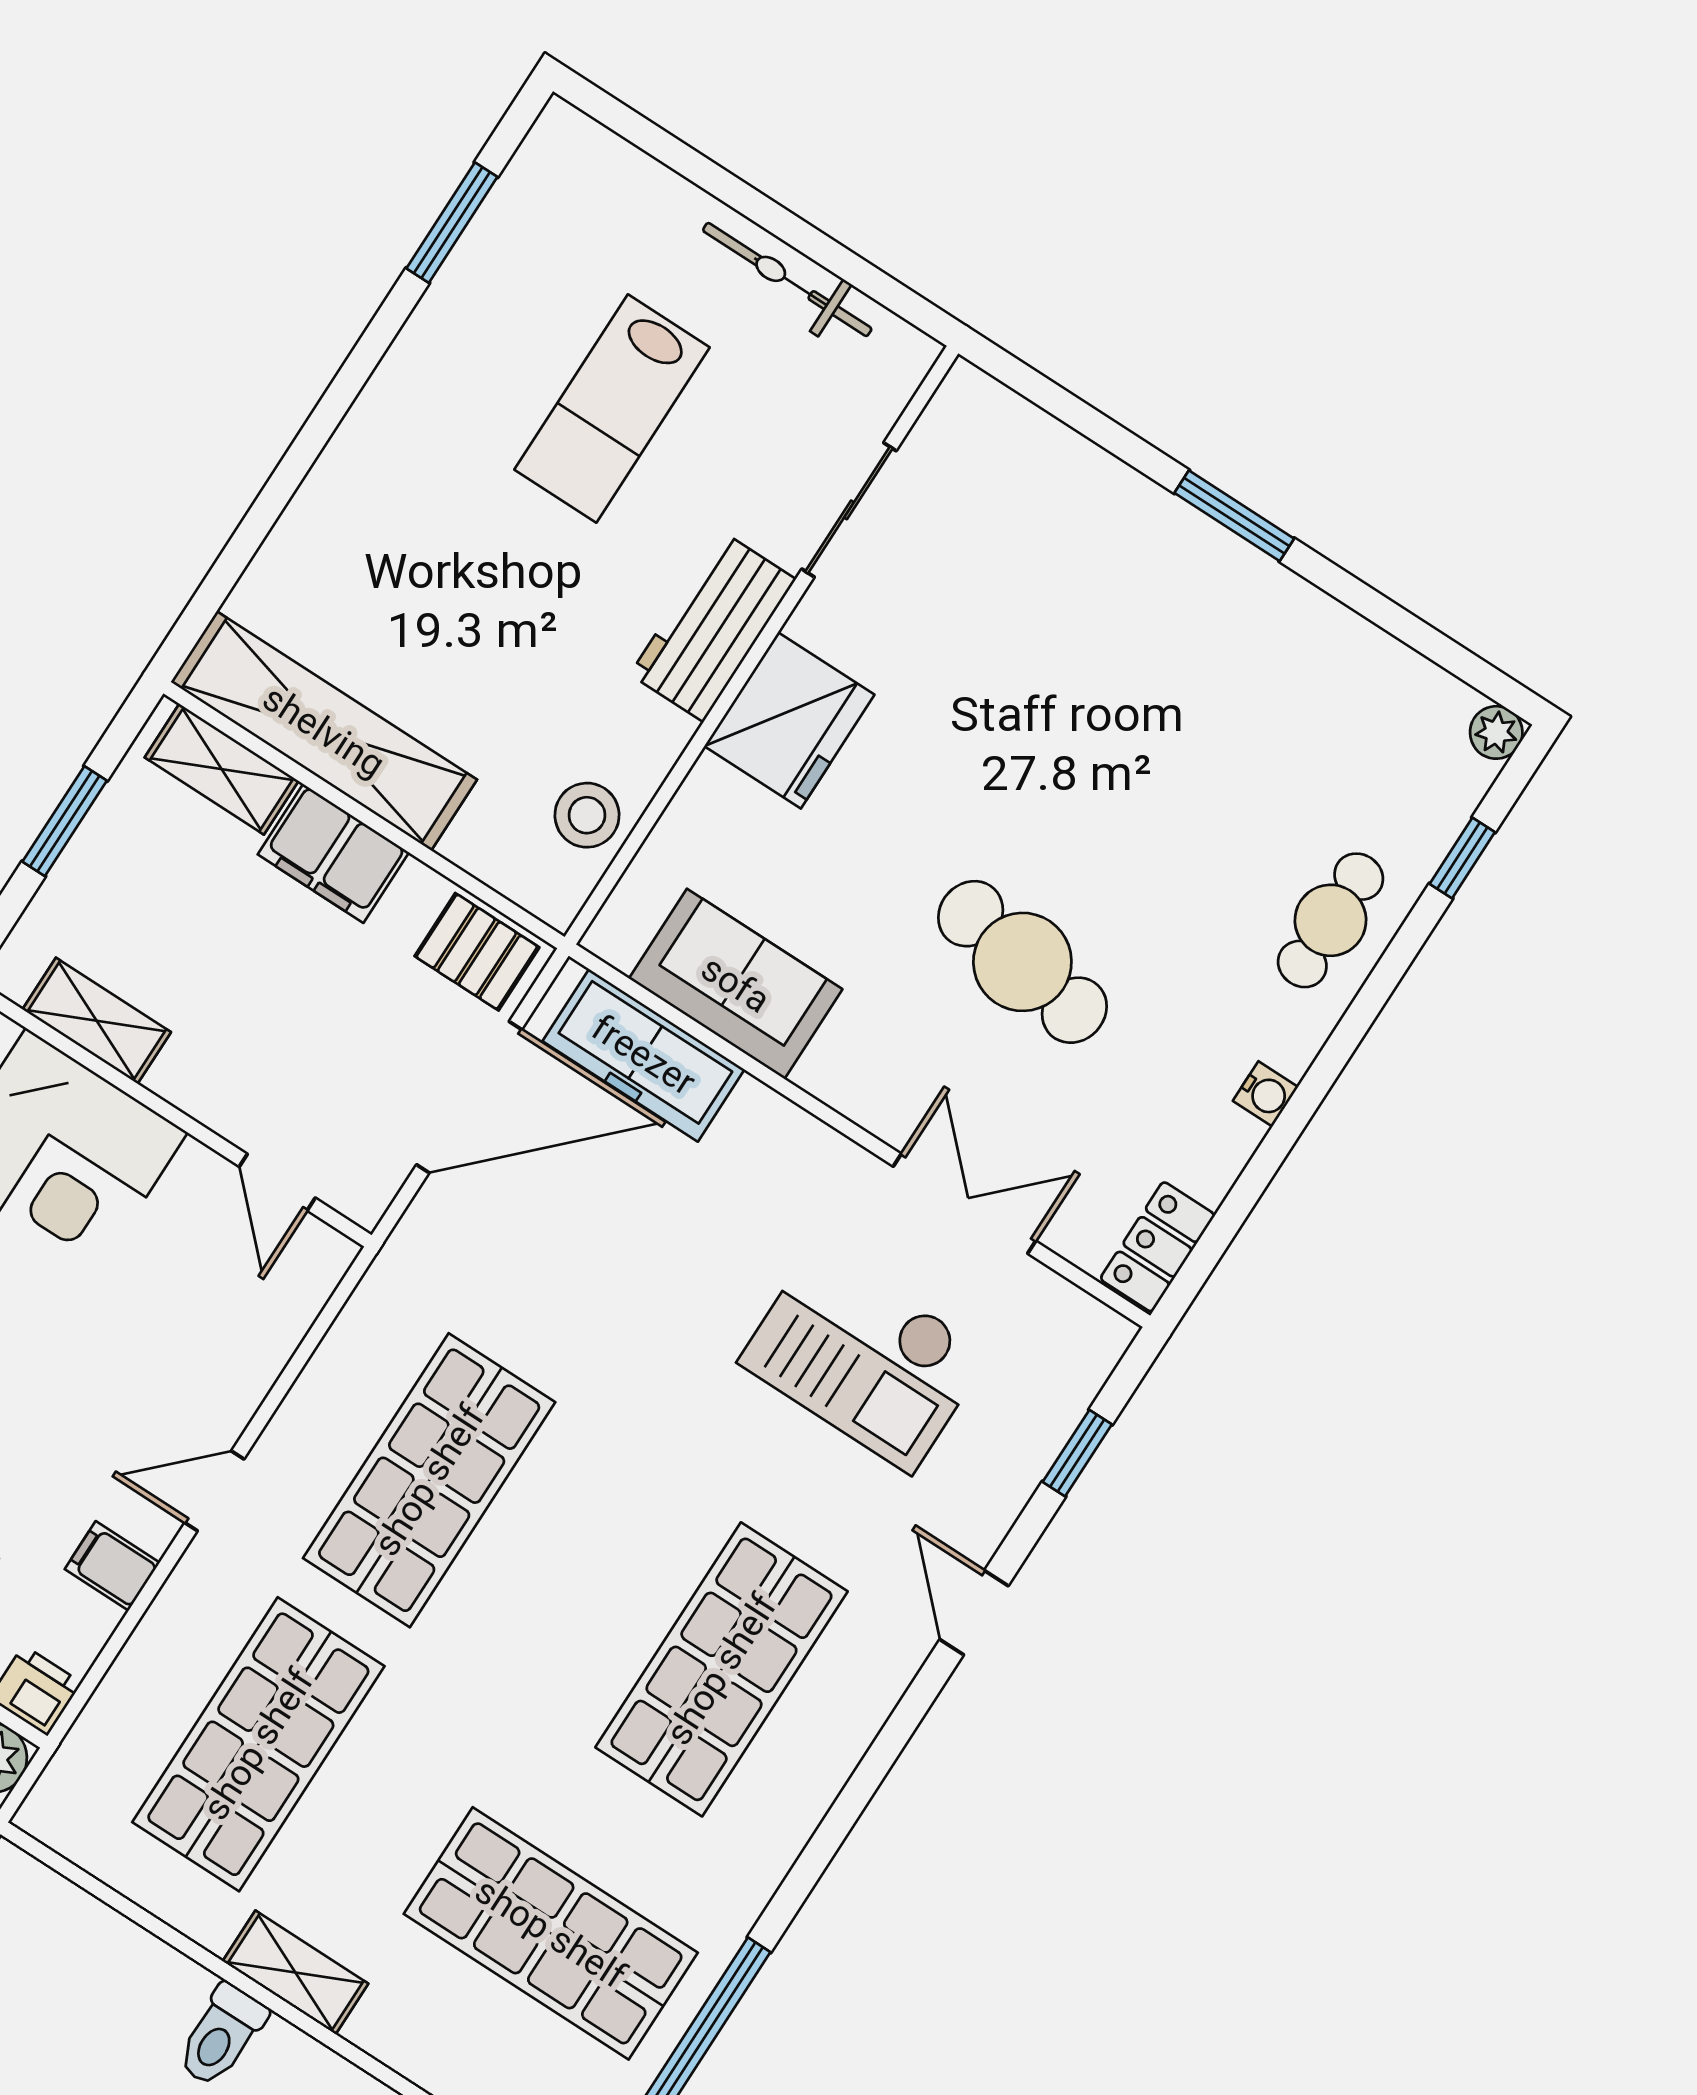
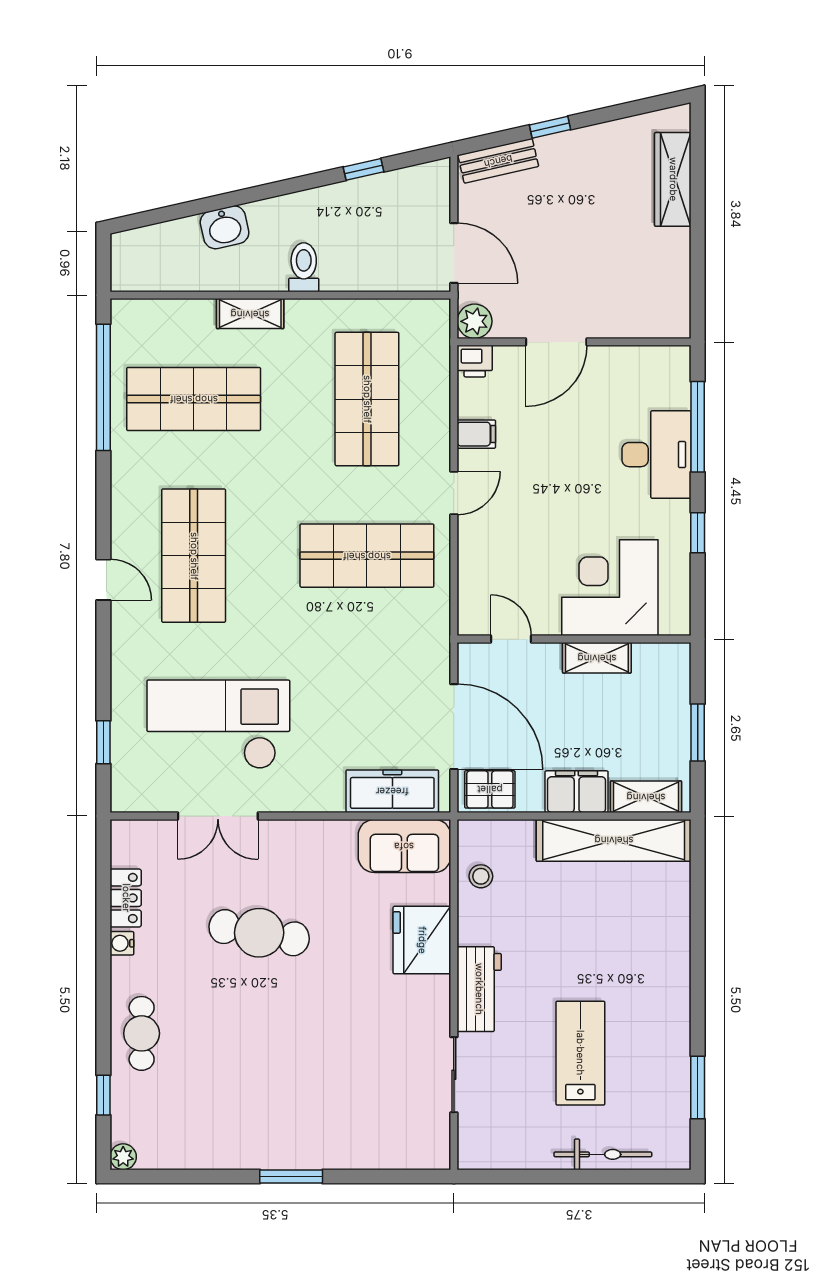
bicycle: (787, 280) -> (603, 1154), moved
fridge: (789, 720) -> (422, 940), moved
stool: (587, 815) -> (481, 876), width x0.73, depth x0.73
sofa: (736, 984) -> (404, 846), moved
shelving: (97, 1021) -> (597, 658), moved
door: (469, 1097) -> (454, 727), swing flipped
locker: (1158, 1247) -> (126, 898), moved
checkout: (864, 1358) -> (218, 724), width x1.36, depth x1.21
shop shelf: (429, 1480) -> (367, 556), turned 90
door: (974, 1613) -> (103, 580), moved
shelving: (295, 1972) -> (250, 314), moved

